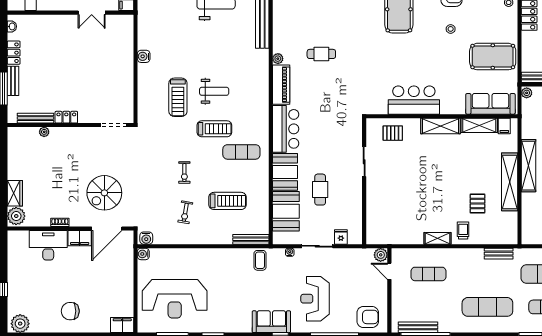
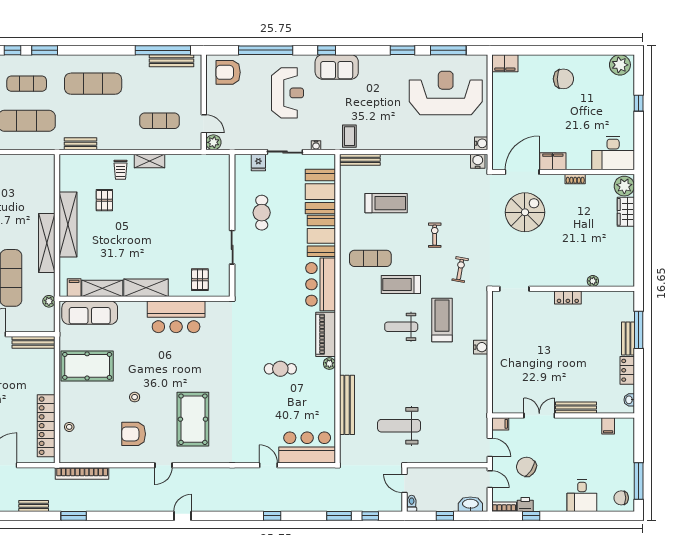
water cooler: (144, 56) -> (481, 347), moved
plant: (527, 93) -> (49, 301), moved
bench: (36, 118) -> (576, 408), moved
pallet: (393, 133) -> (200, 280), turned 90
cafe table: (320, 190) -> (262, 213), moved
treadmill: (228, 201) -> (386, 203), turned 180
exercise bike: (185, 212) -> (460, 269), moved
desk: (48, 245) -> (613, 153), moved

